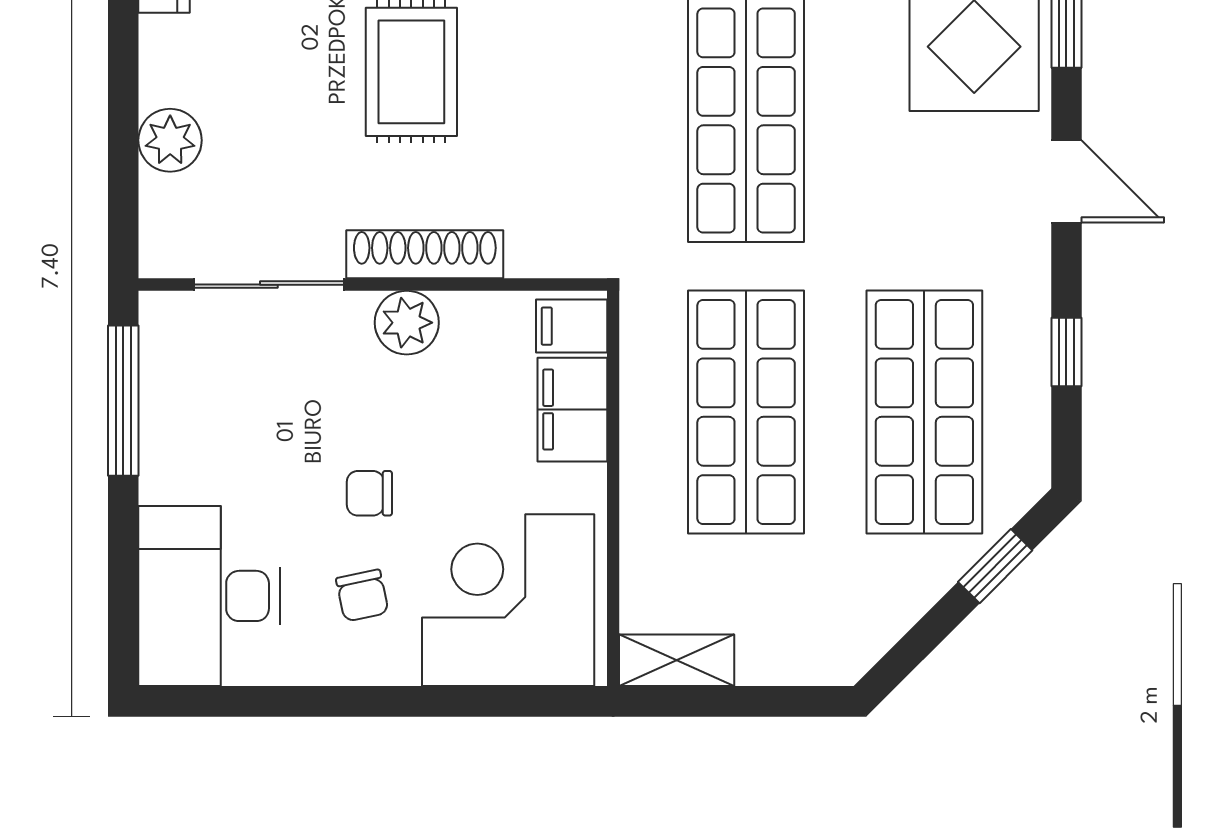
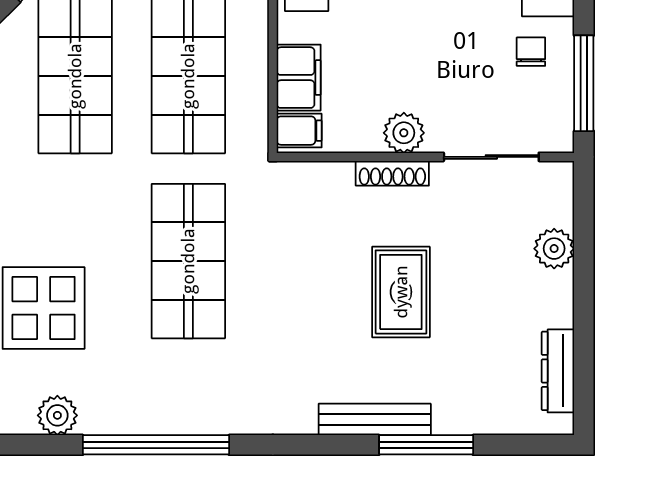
shoe rack: (425, 254) -> (392, 173), width x0.74, depth x0.81
chair: (369, 493) -> (531, 52), moved, turned -90

